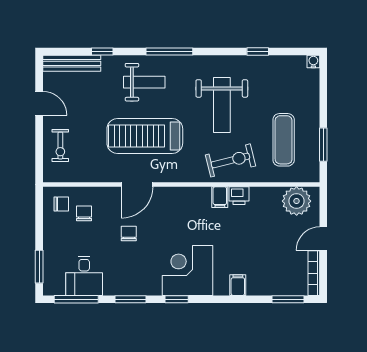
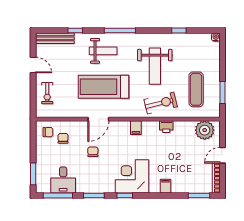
filing cabinet: (220, 197) -> (136, 128), moved

